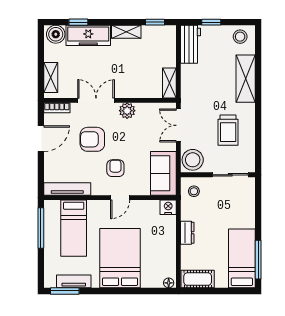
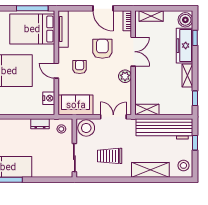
workbench: (191, 44) -> (164, 129), width x1.87, depth x1.32
armchair: (115, 168) -> (80, 67), turned -90
nightstand: (168, 207) -> (49, 98), moved
bed: (74, 228) -> (32, 29), width x1.50
dresser: (187, 233) -> (40, 124), moved

